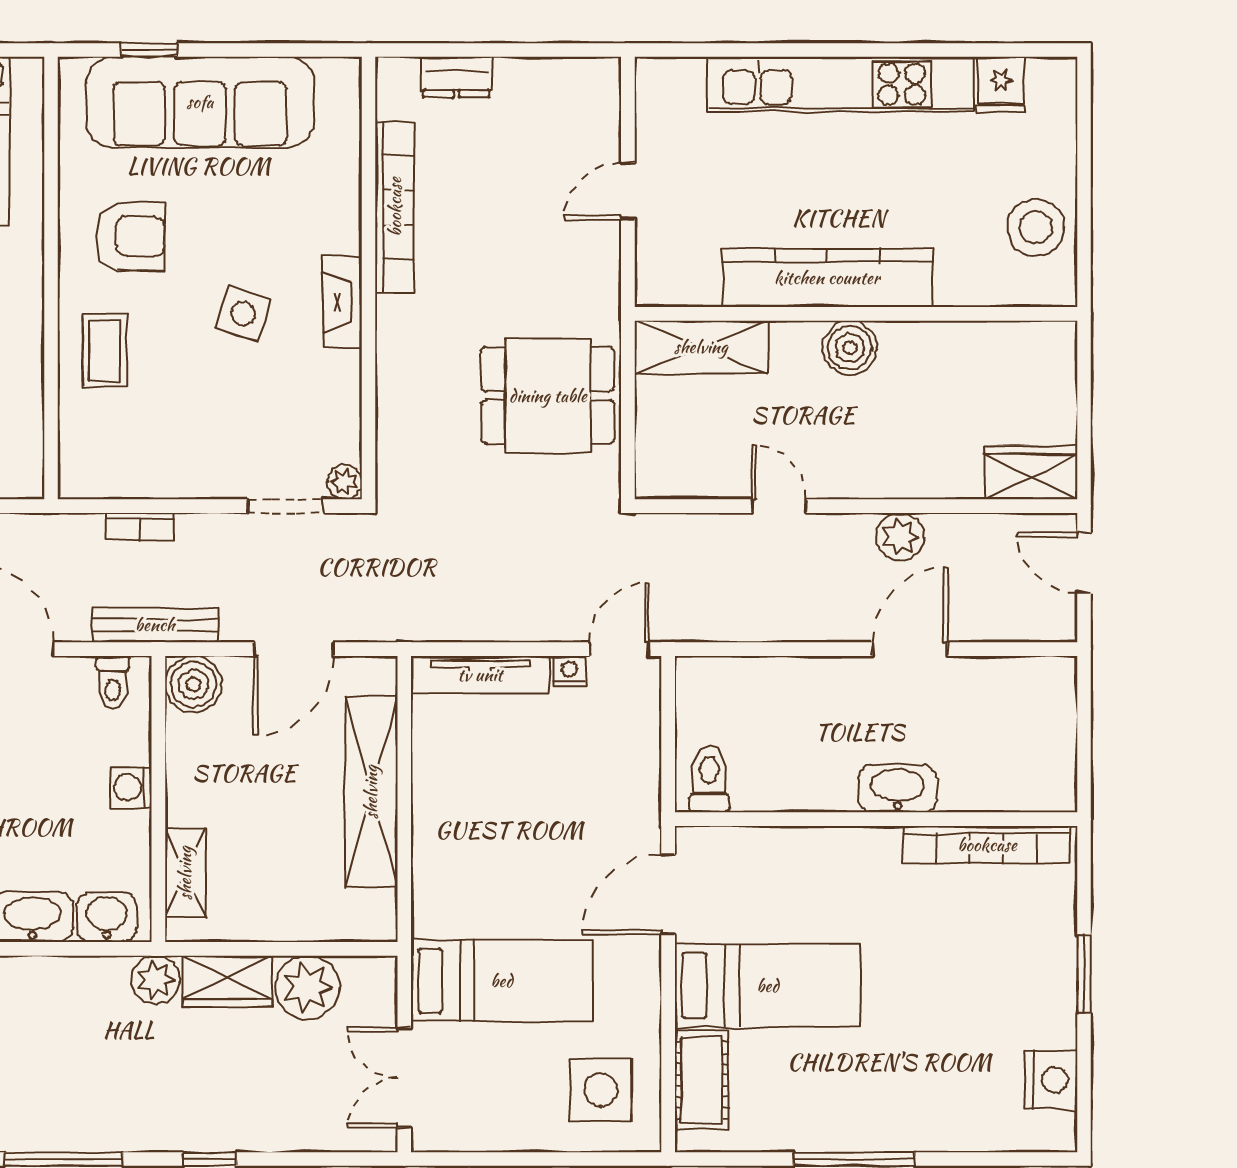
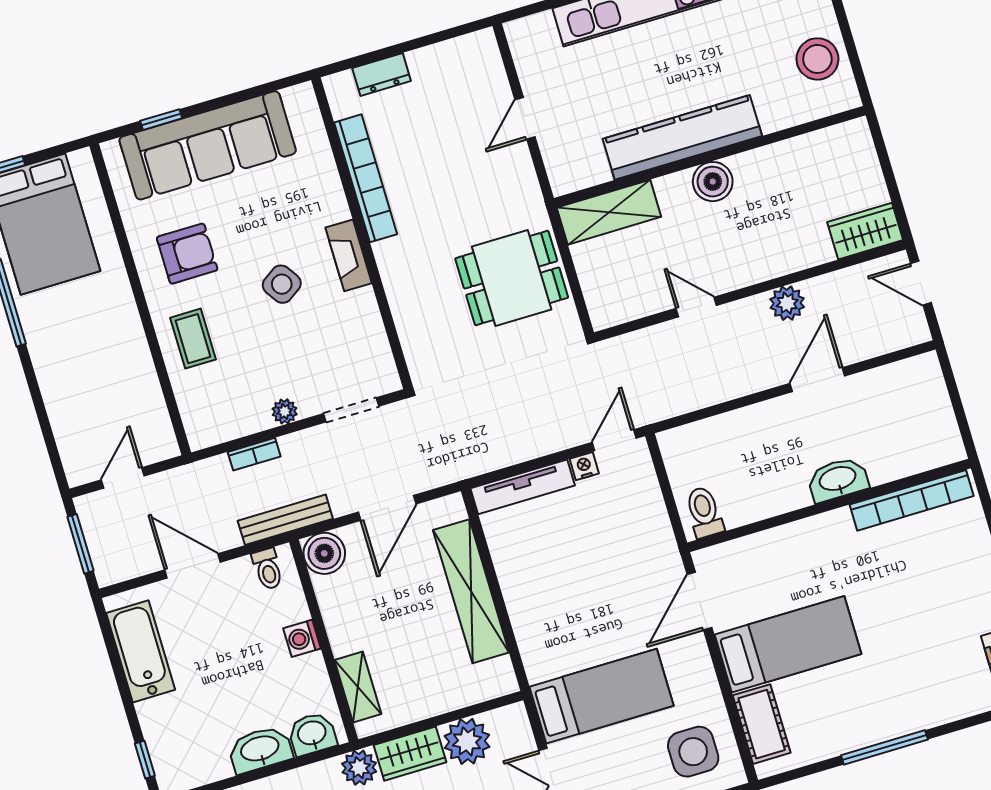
side table: (243, 314) -> (282, 284), turned 38
plant: (345, 482) -> (285, 411), moved

